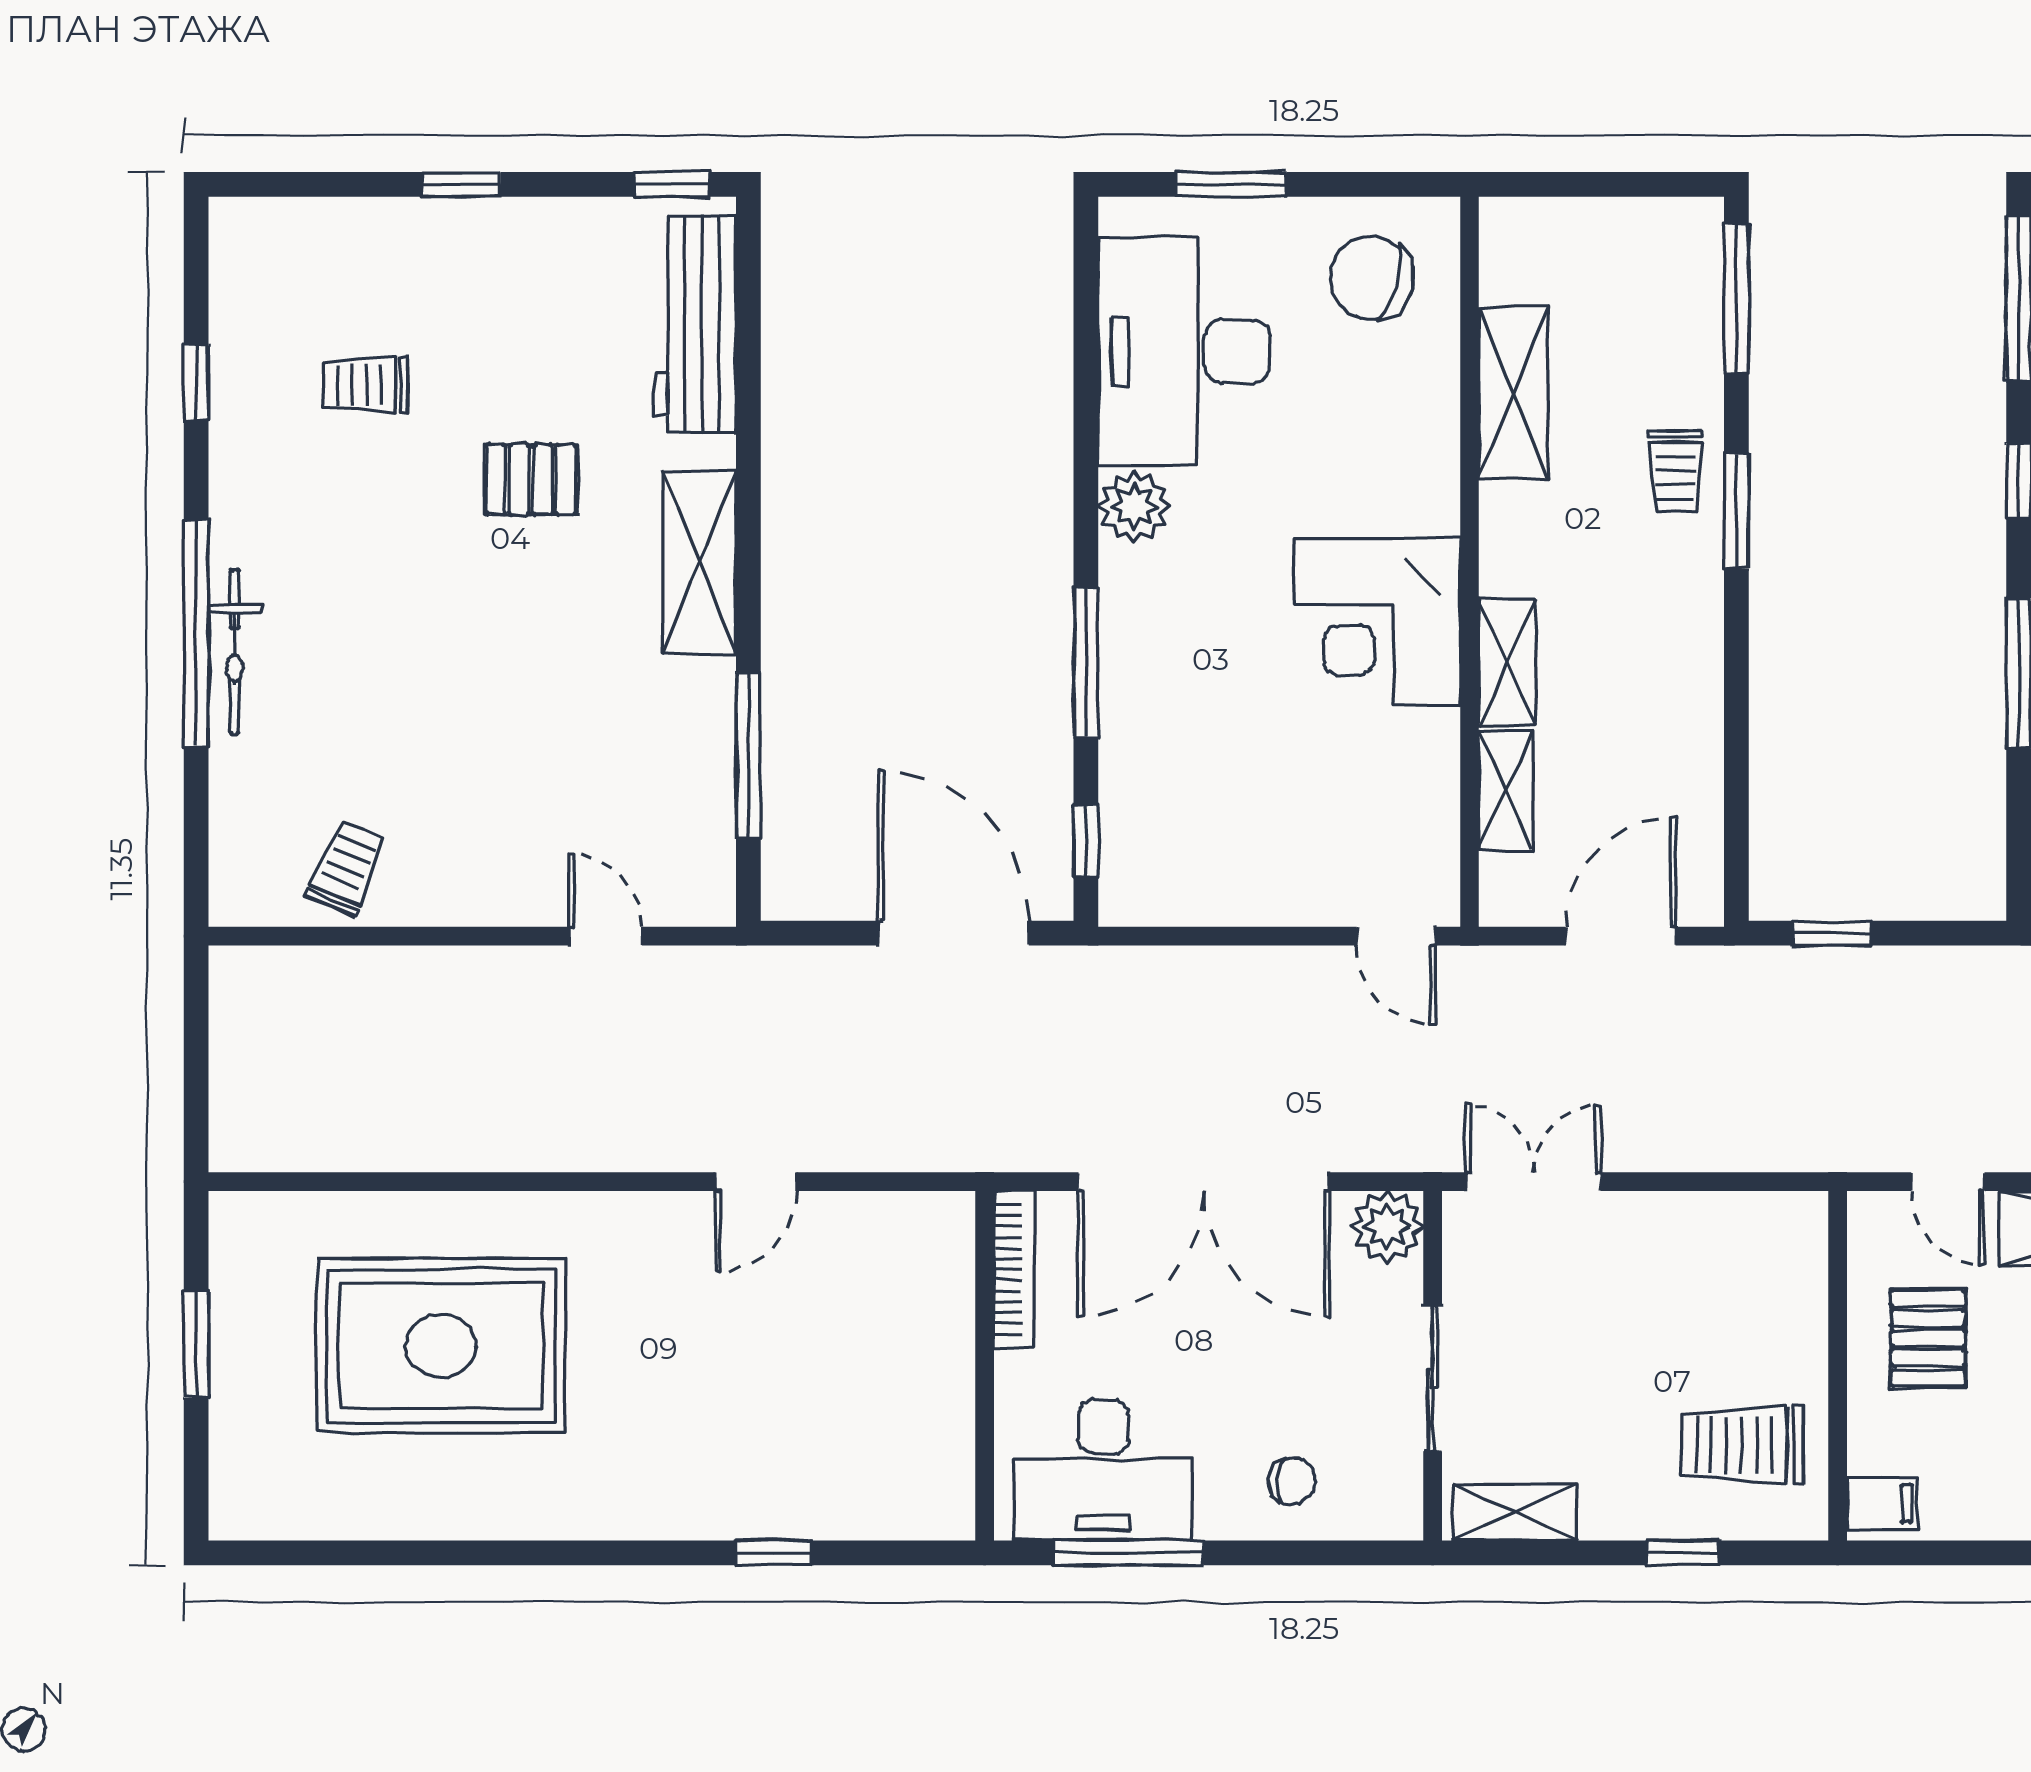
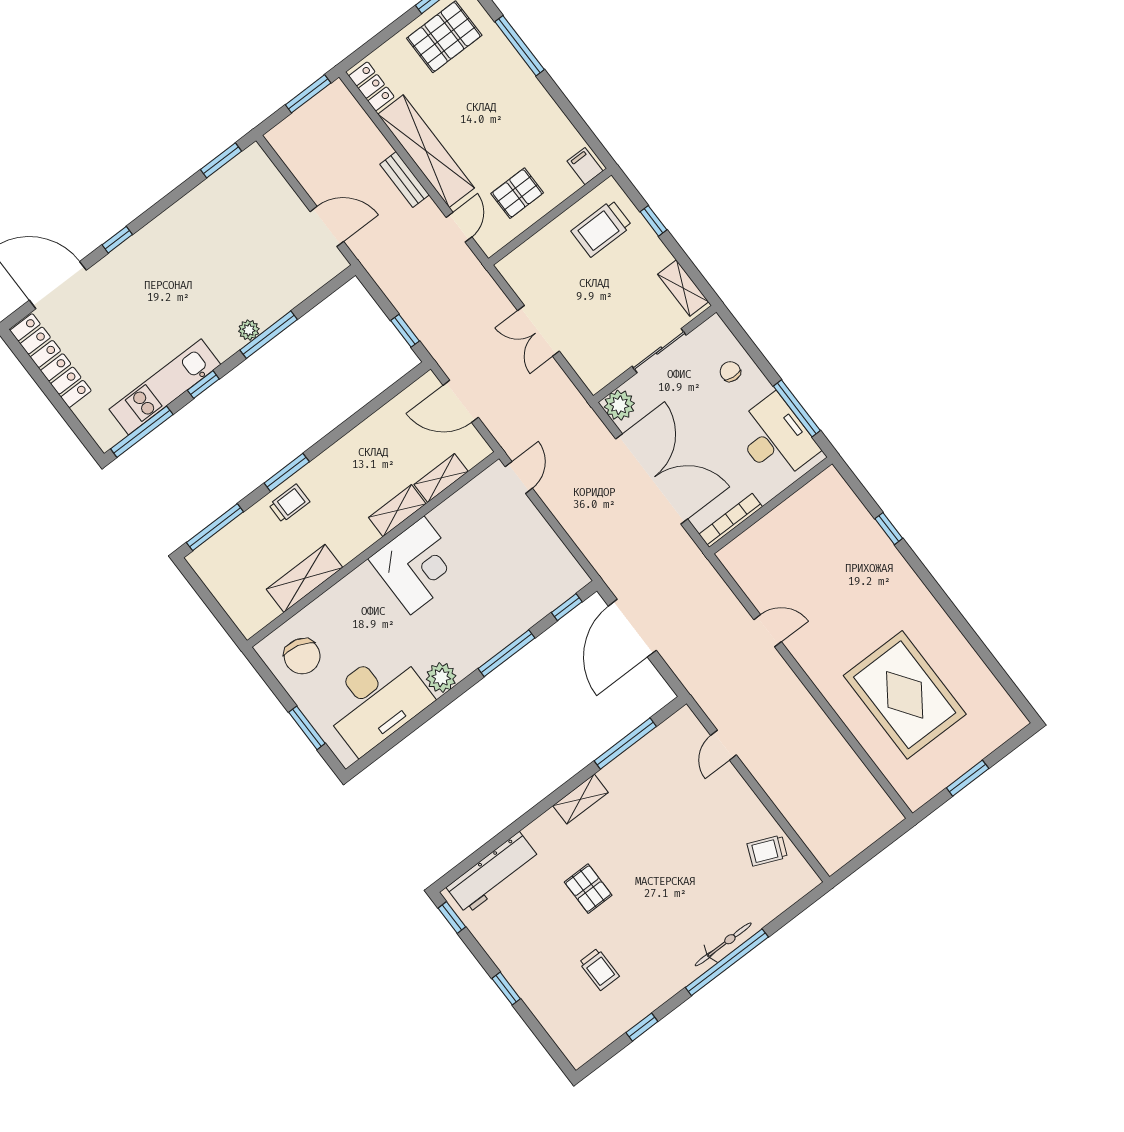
shelving: (699, 563) -> (581, 799), width x0.67, depth x0.75
double door: (1533, 1182) -> (538, 331), moved
trolley: (1742, 1445) -> (601, 228), turned 90

